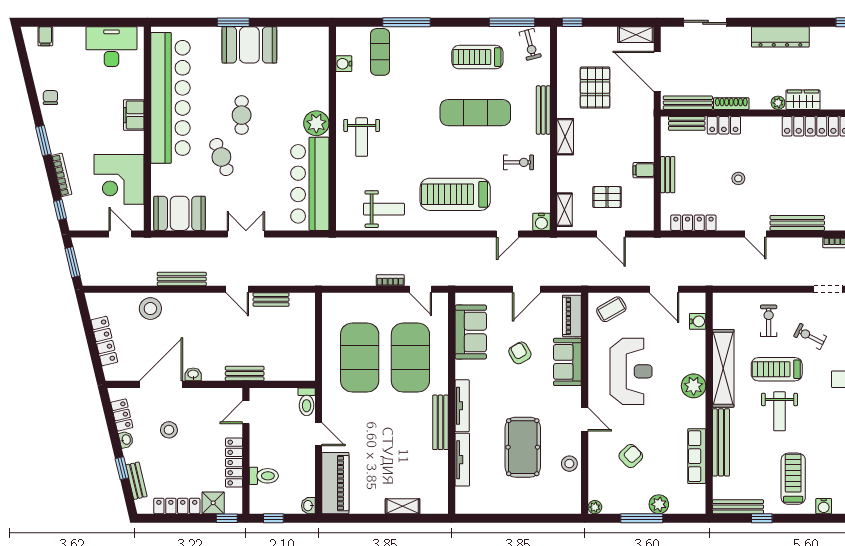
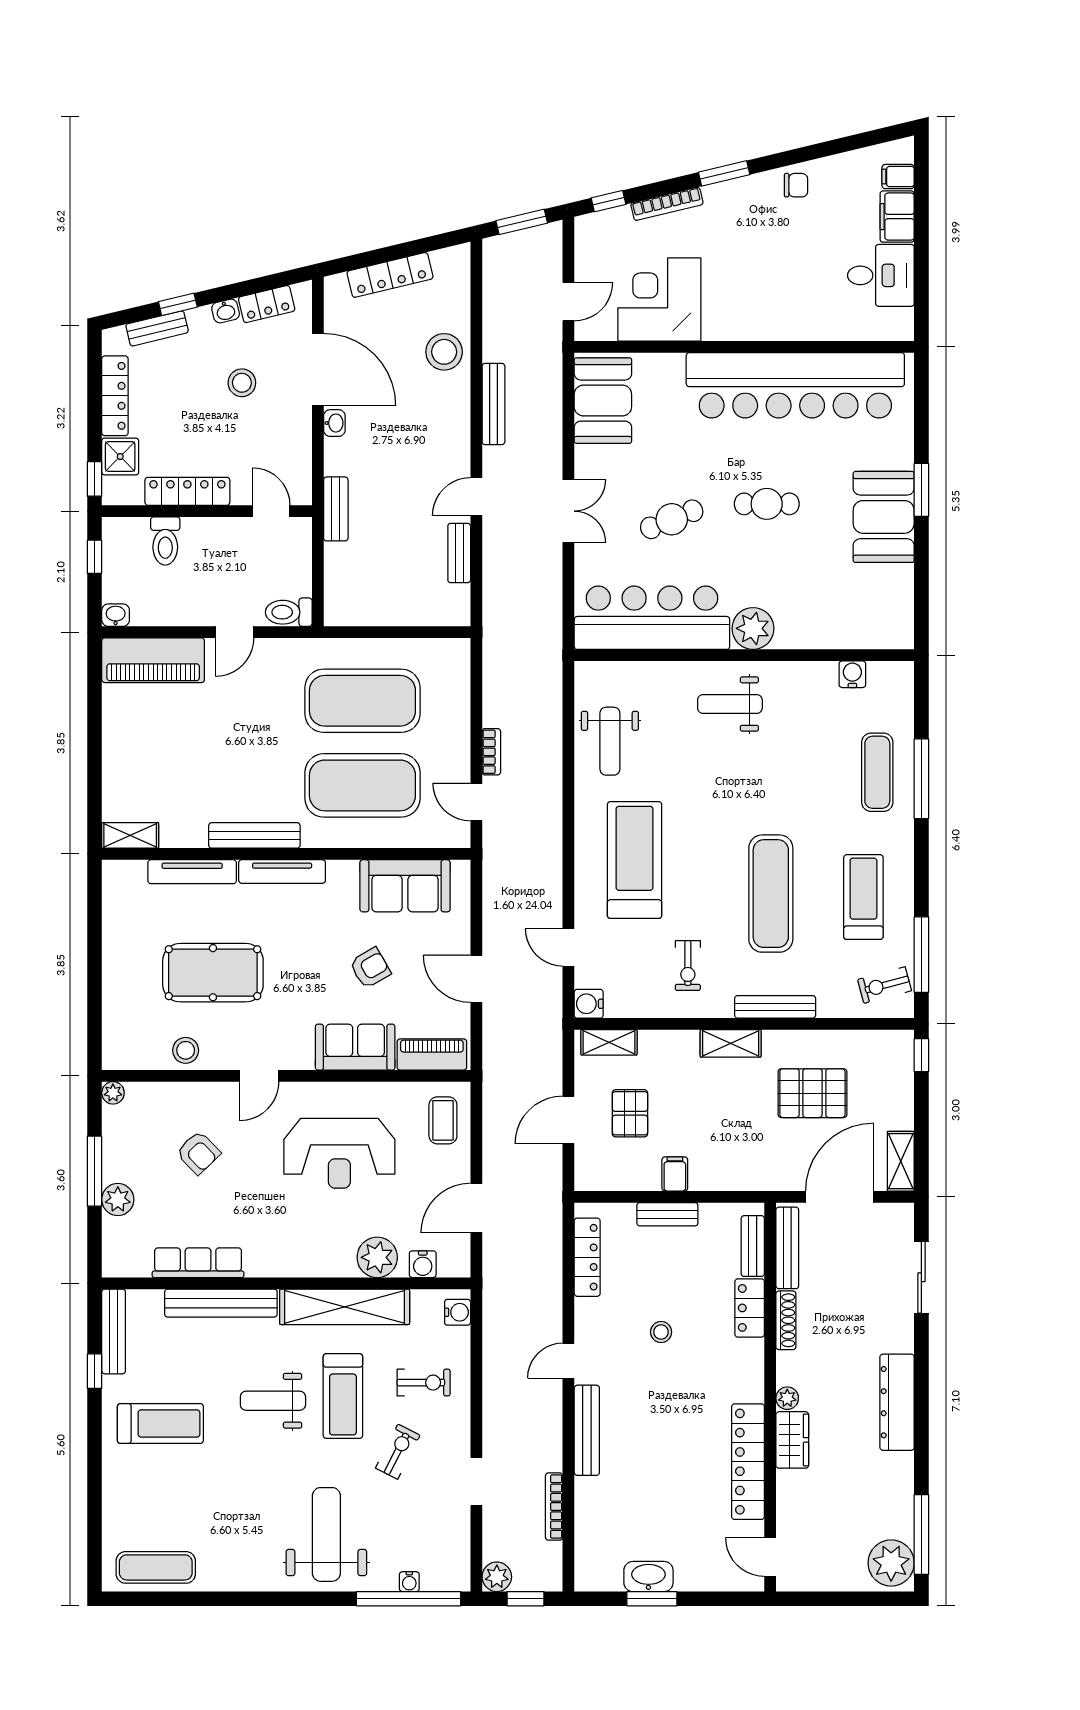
desk: (111, 47) -> (881, 275), width x0.73
exercise mat: (380, 52) -> (877, 772), moved, turned 90
filing cabinet: (134, 115) -> (897, 217), moved, turned -90
cafe table: (221, 157) -> (672, 519), moved
door: (420, 289) -> (476, 802), hinge flipped
coffee table: (611, 309) -> (443, 1120), turned 30
treadmill: (777, 369) -> (343, 1396), turned 180
plant: (694, 386) -> (377, 1257), moved
shelving: (403, 506) -> (130, 835), moved, turned 90
water cooler: (824, 506) -> (458, 1312), moved, turned 180

